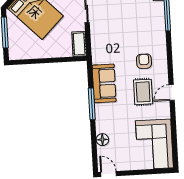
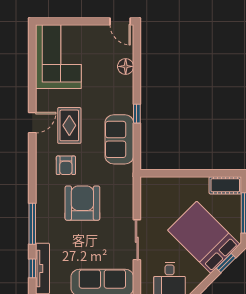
armchair: (130, 33) -> (82, 203), added
cot: (79, 44) -> (225, 185), moved, turned 90
window: (92, 104) -> (137, 114), width x0.46

